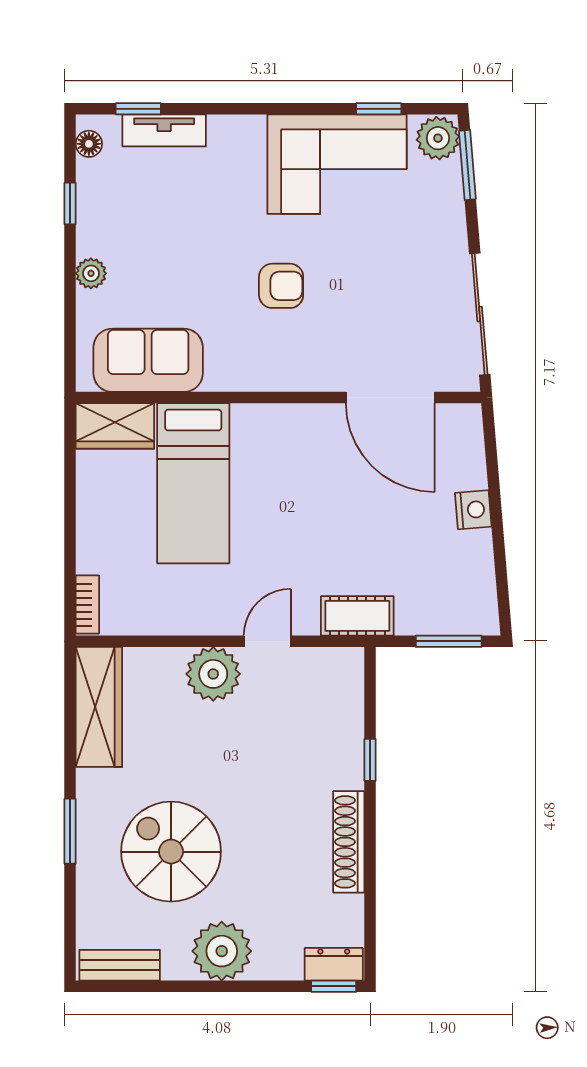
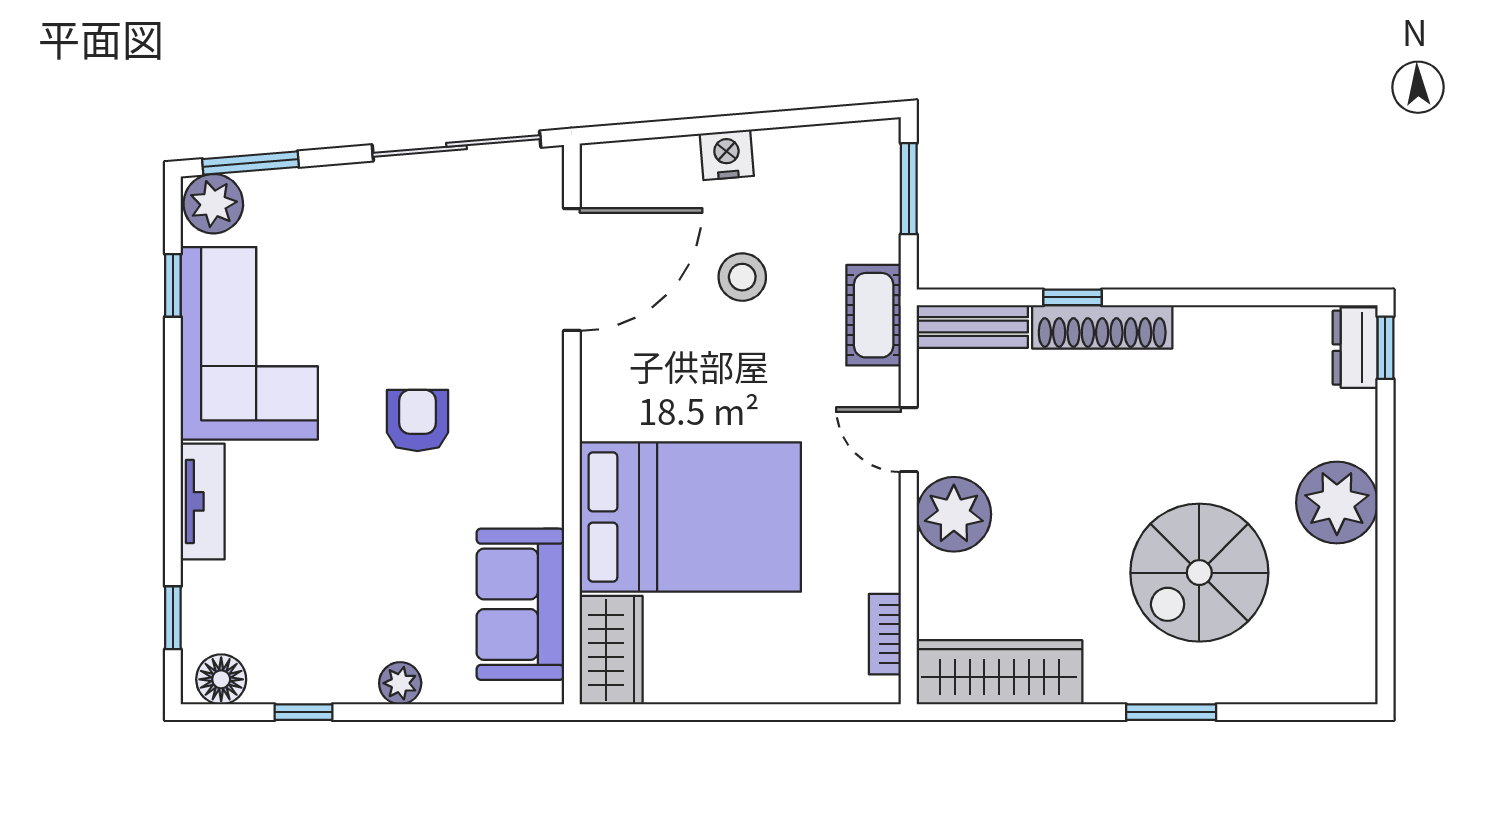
tv unit: (164, 130) -> (203, 501), moved
floor lamp: (89, 144) -> (221, 679), width x1.37, depth x1.37
bed: (193, 483) -> (690, 517), width x1.50
stool: (385, 521) -> (742, 277), added
bookcase: (87, 605) -> (885, 634), moved, turned -90
shoe rack: (349, 842) -> (1102, 327), moved
bench: (120, 965) -> (972, 326), moved, turned 90

